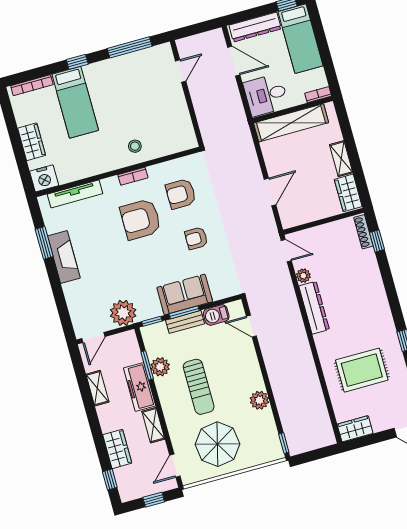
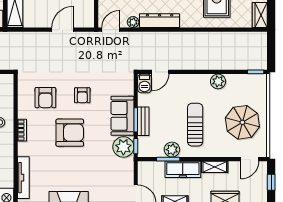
door: (270, 192) -> (63, 30), hinge flipped
armchair: (141, 219) -> (70, 133), moved, turned -90
plant: (123, 313) -> (123, 147), moved
barbecue: (216, 315) -> (144, 83), moved
sun lounger: (199, 387) -> (195, 125), turned -90
door: (175, 466) -> (250, 159), hinge flipped

